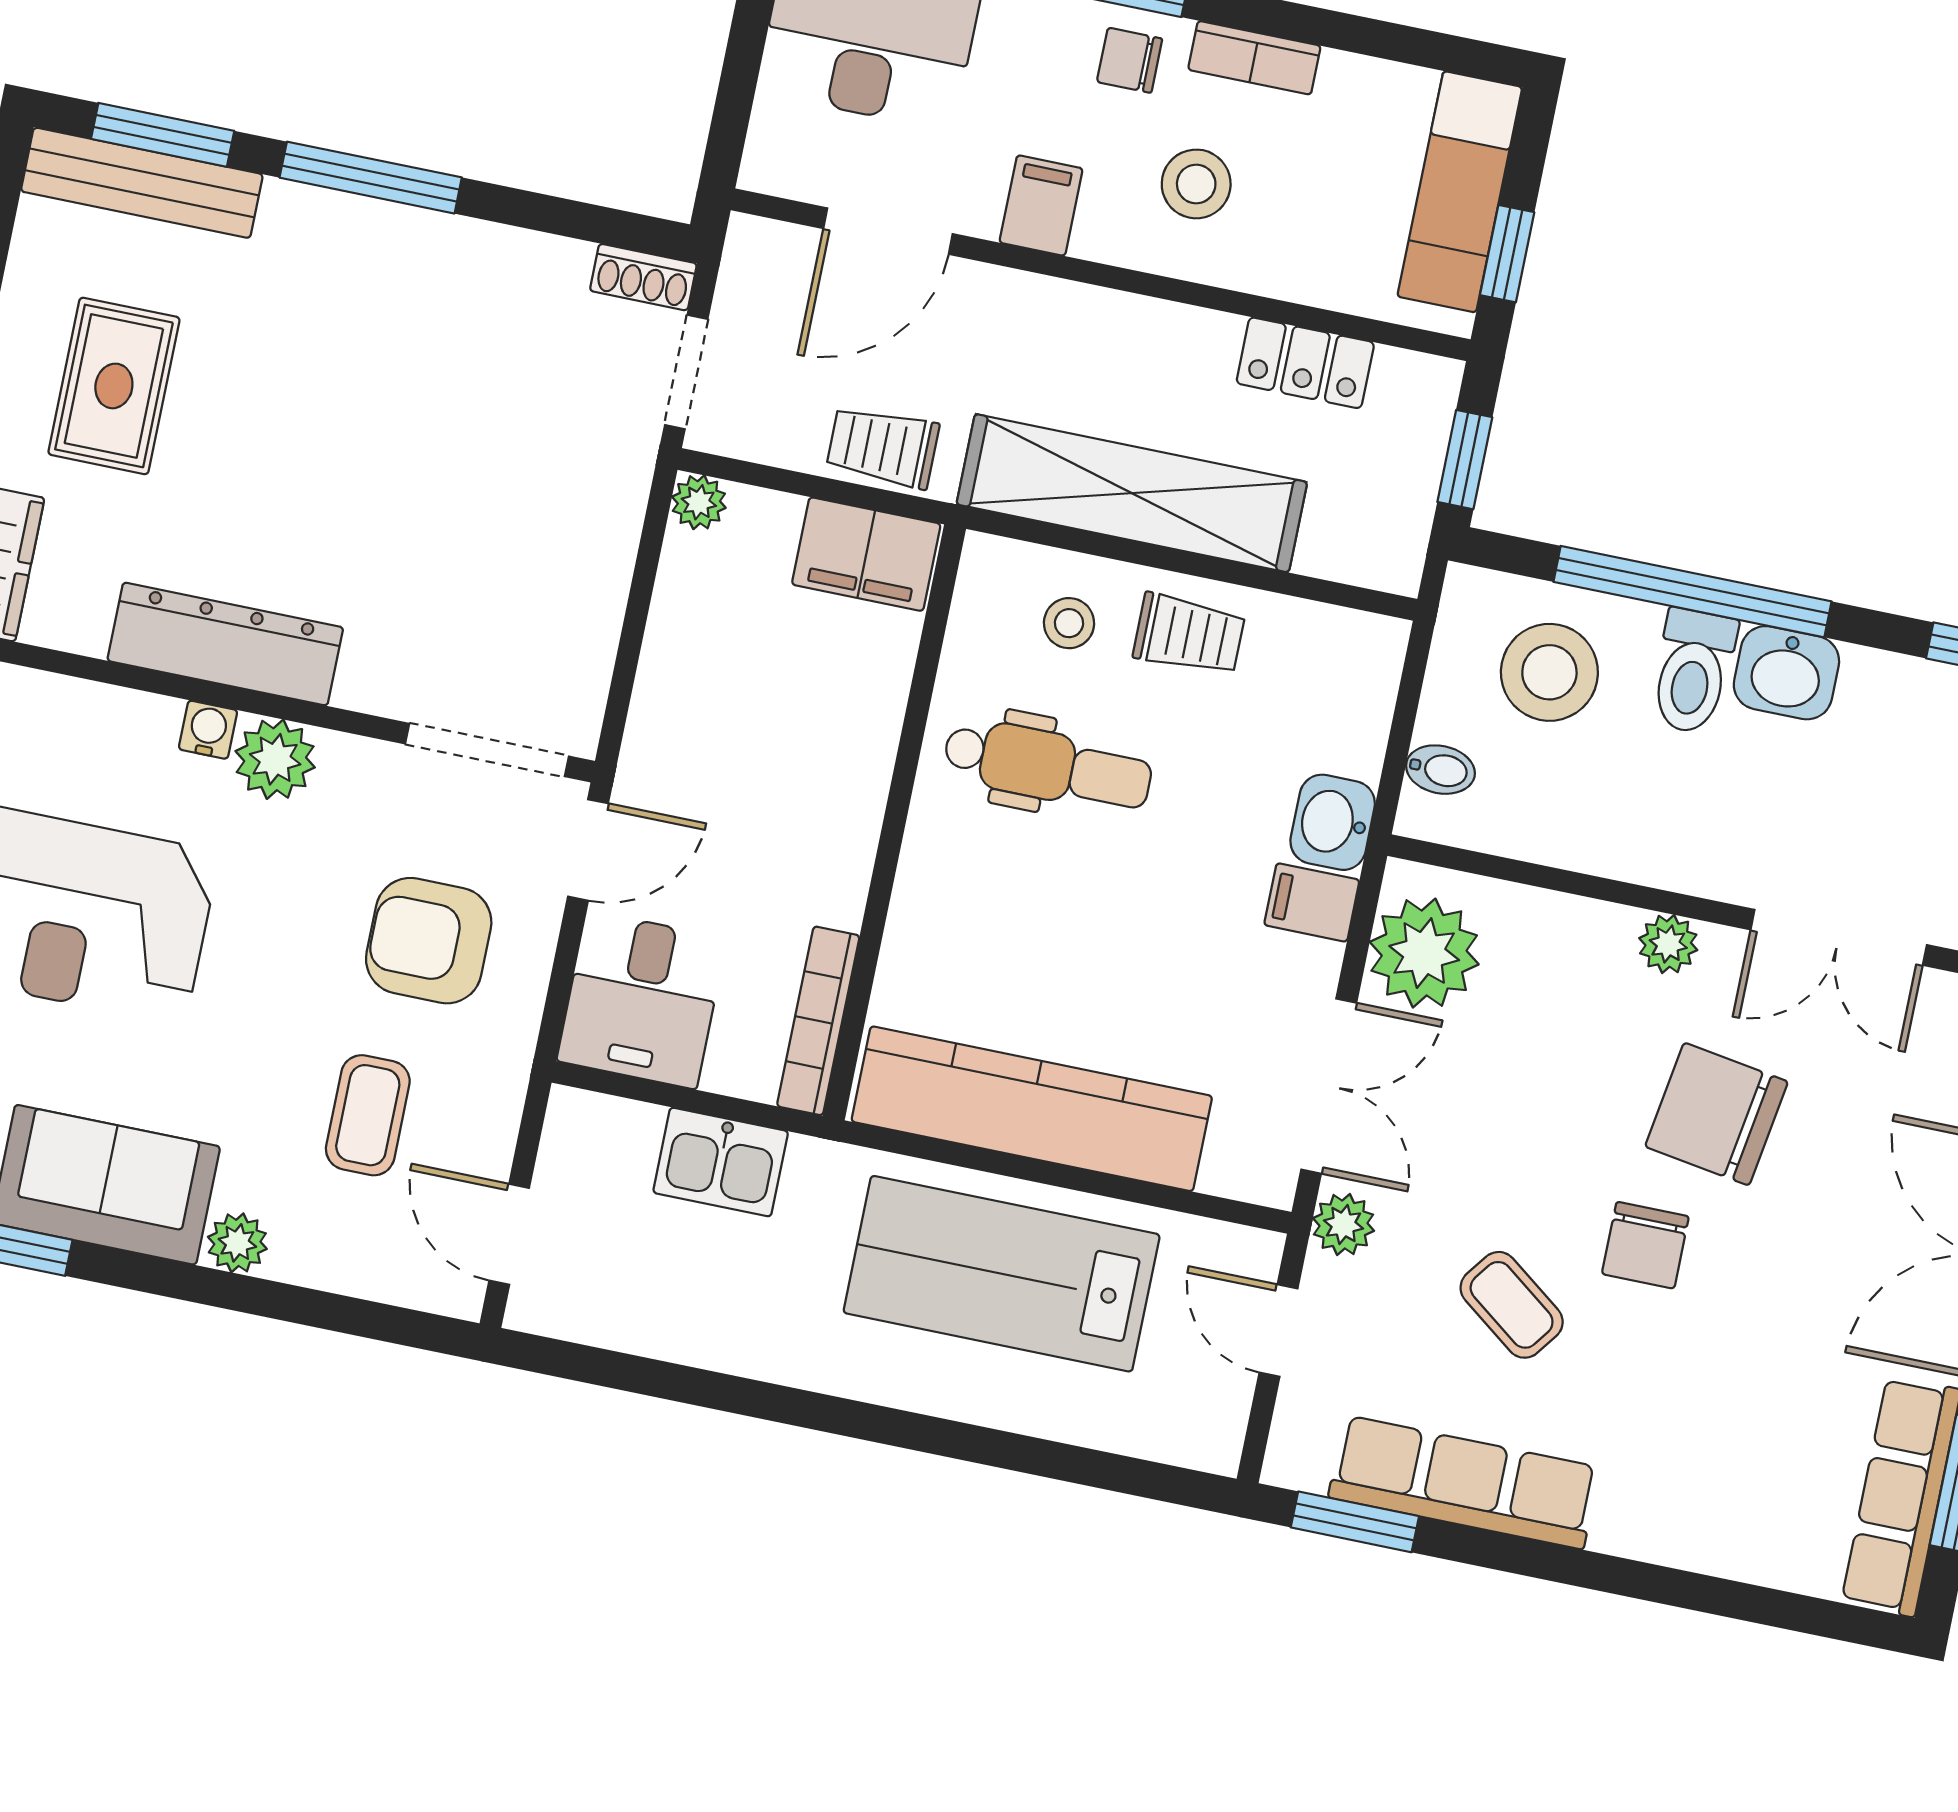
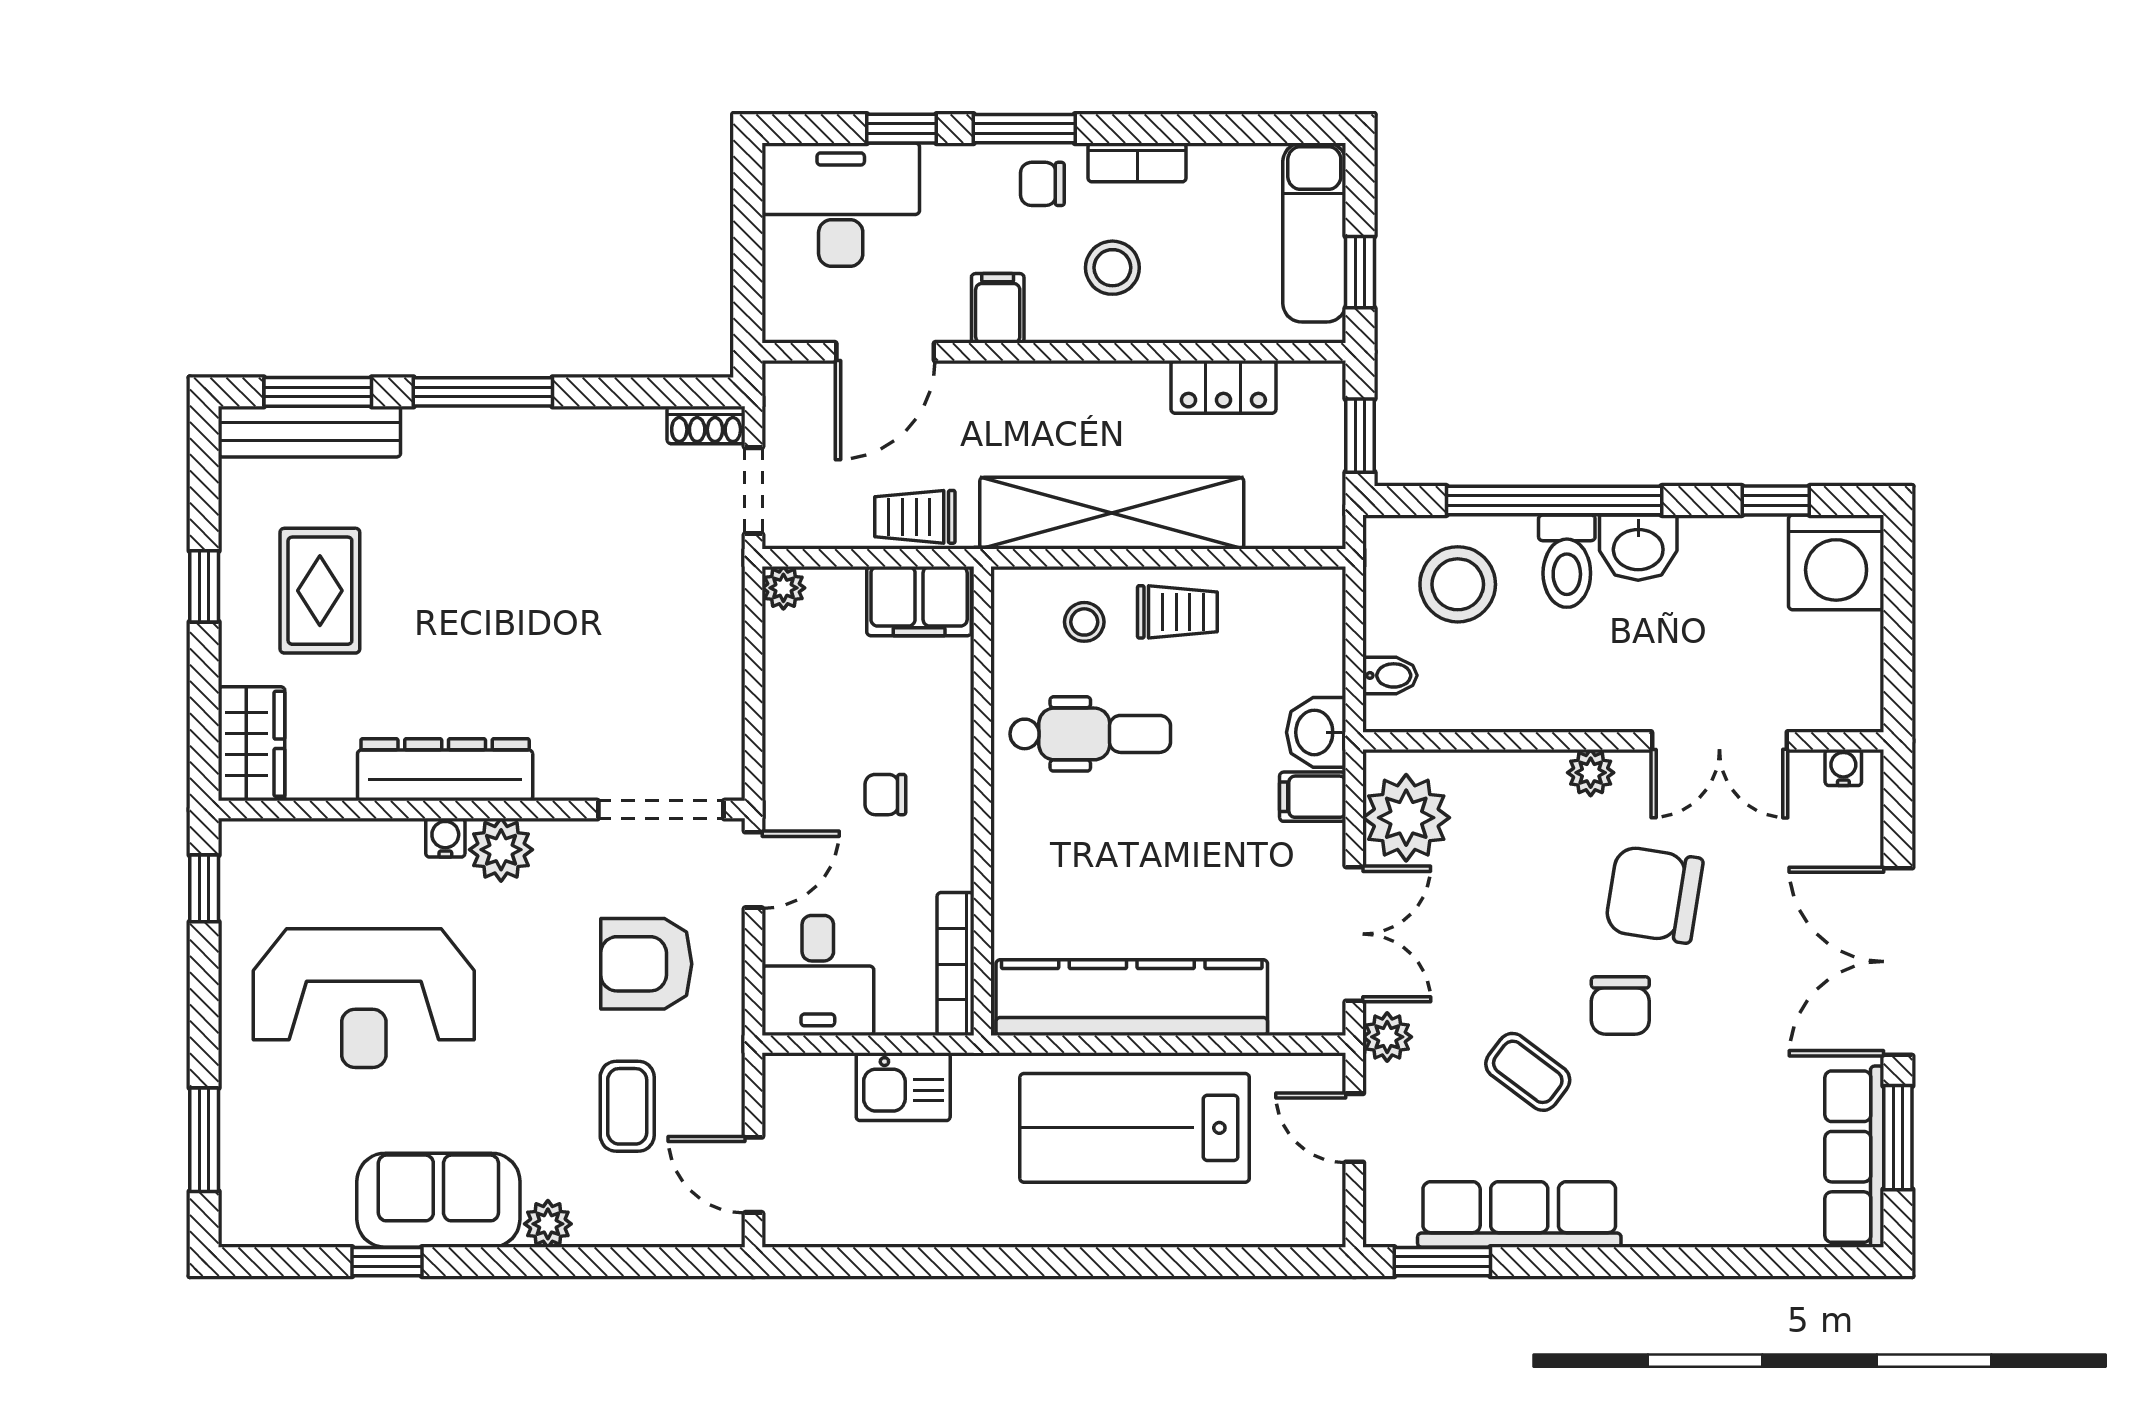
chair: (774, 789) -> (885, 795), added

